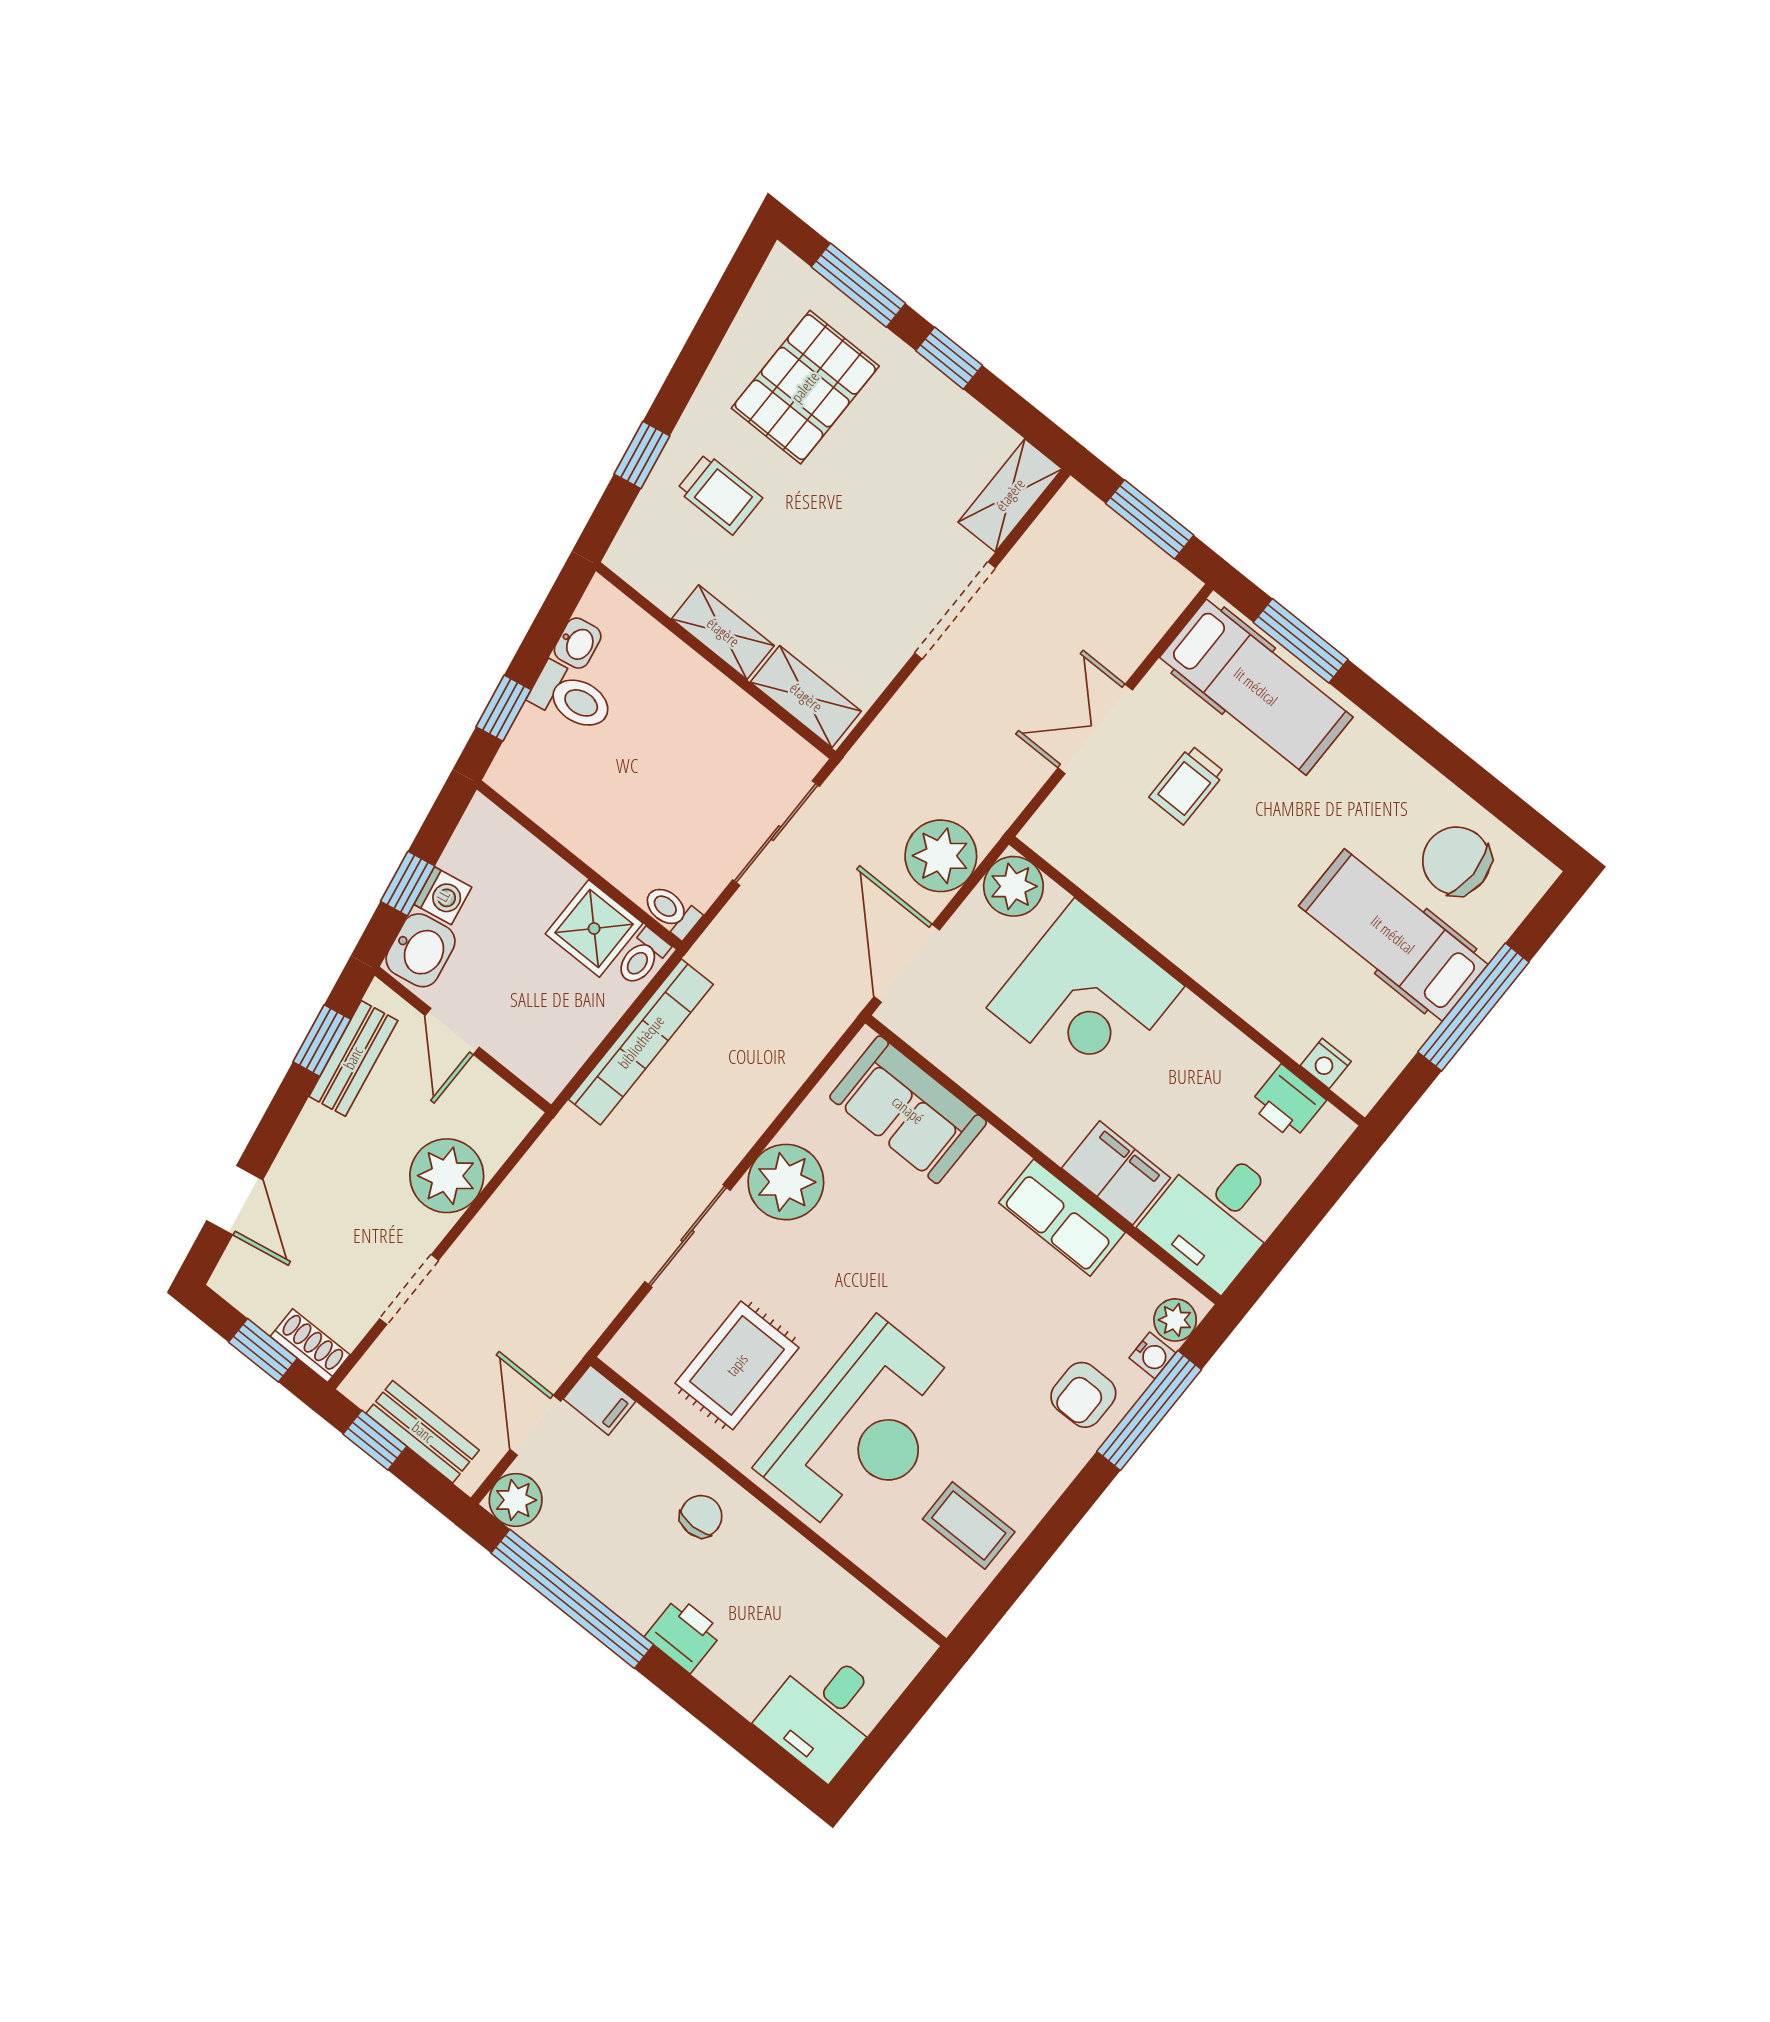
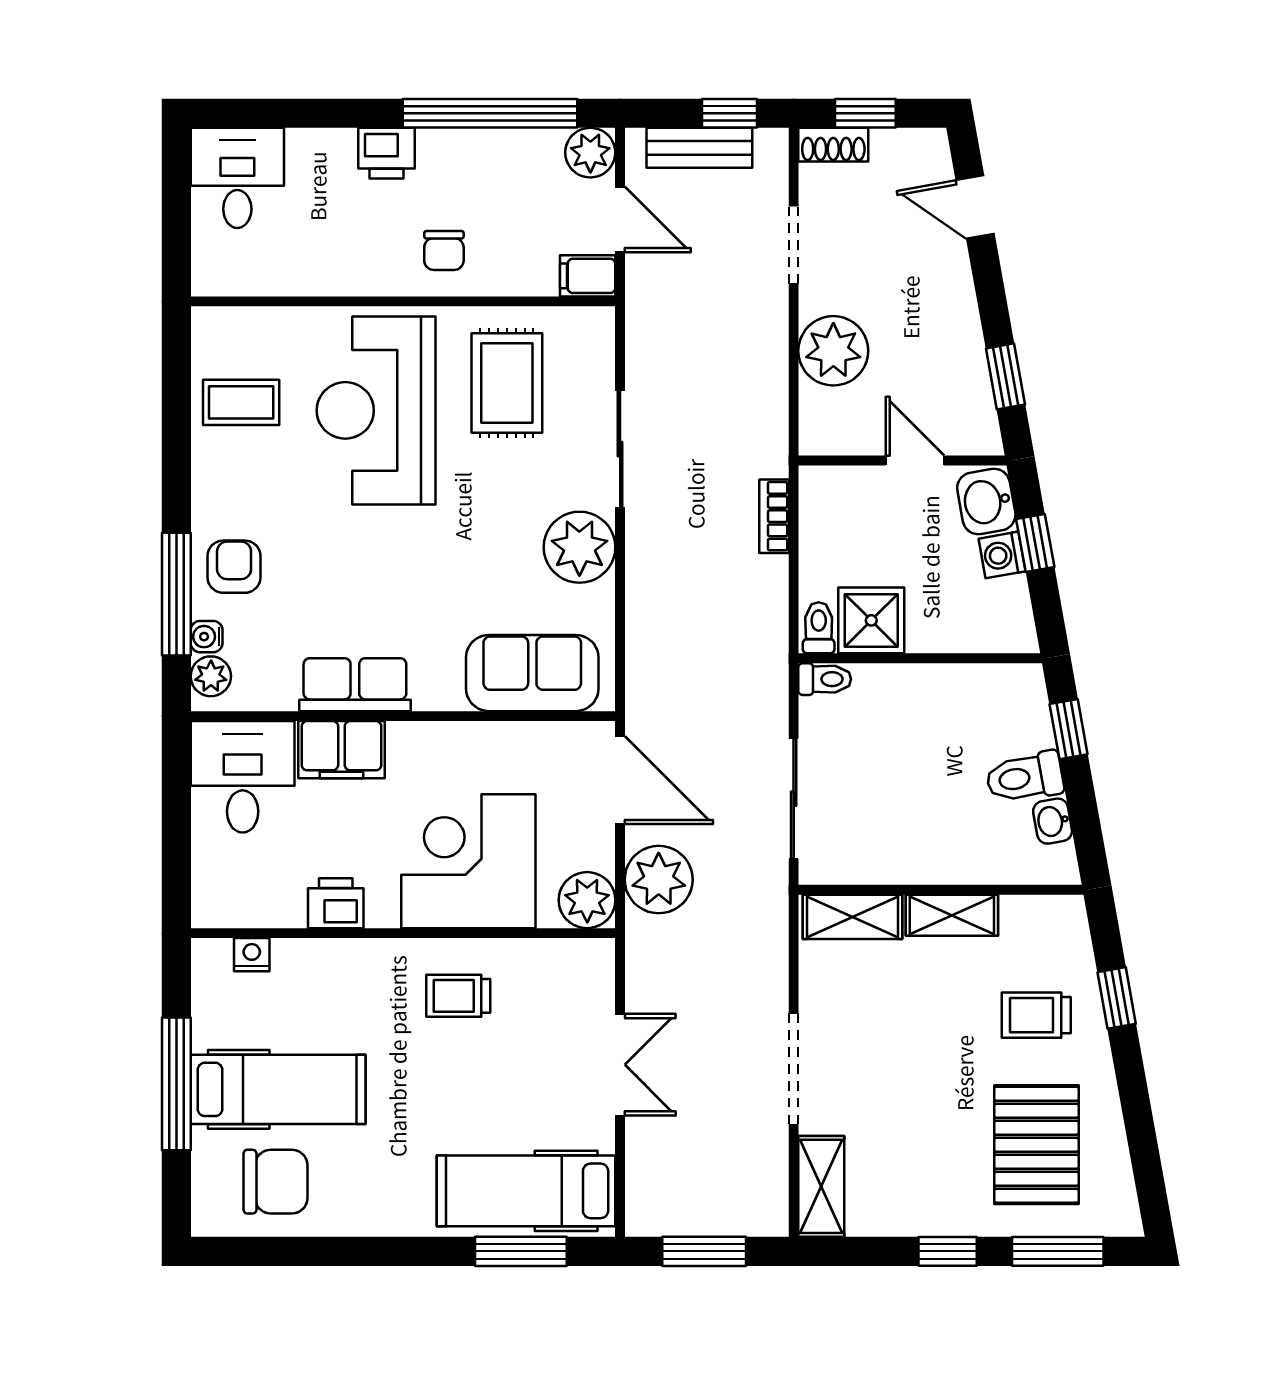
trolley: (1187, 785) -> (458, 996), moved, turned -90
bookcase: (641, 1042) -> (774, 516), width x0.43, depth x0.76
bench: (353, 1058) -> (972, 382), removed
printer: (1287, 1102) -> (336, 903), moved

